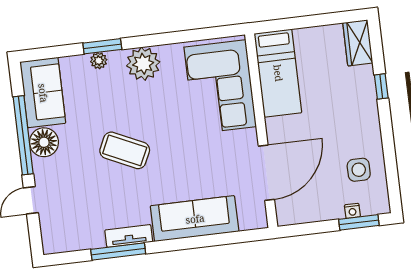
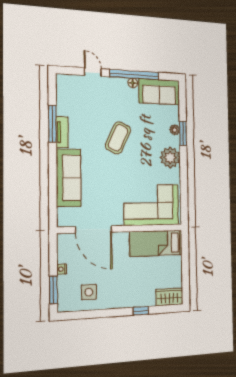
floor lamp: (44, 142) -> (133, 83), width x0.53, depth x0.53
nightstand: (352, 211) -> (62, 269), moved

